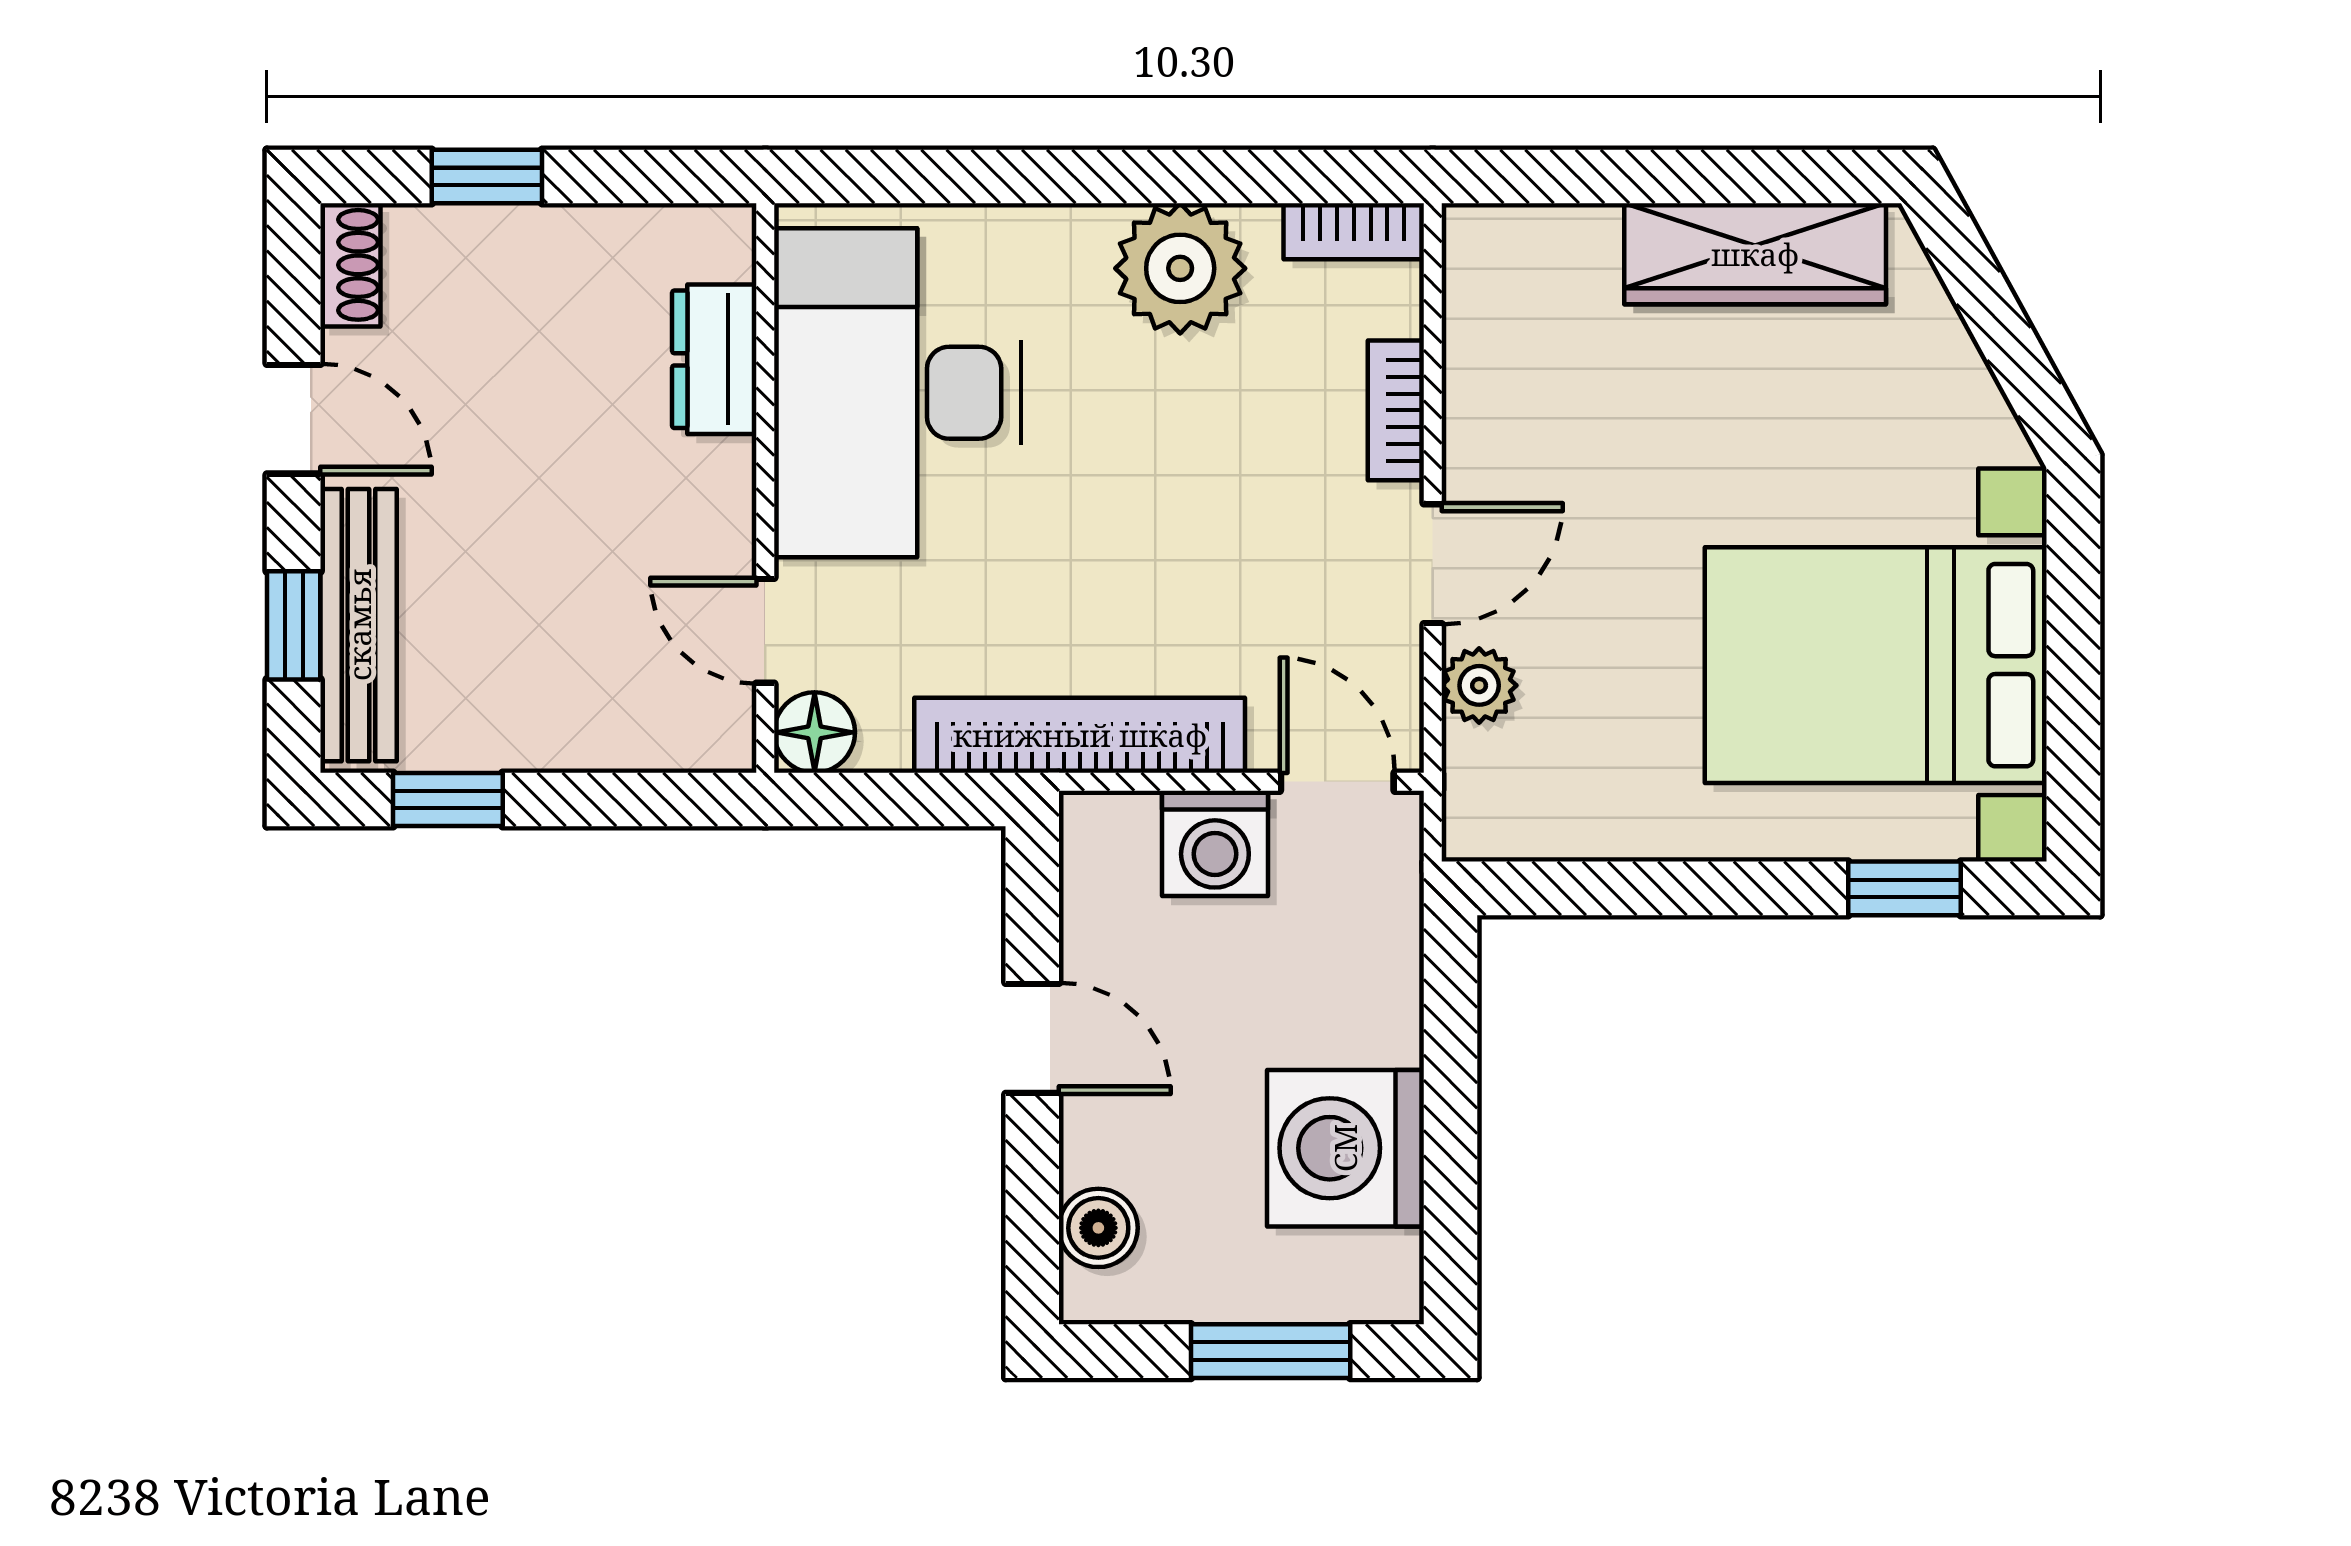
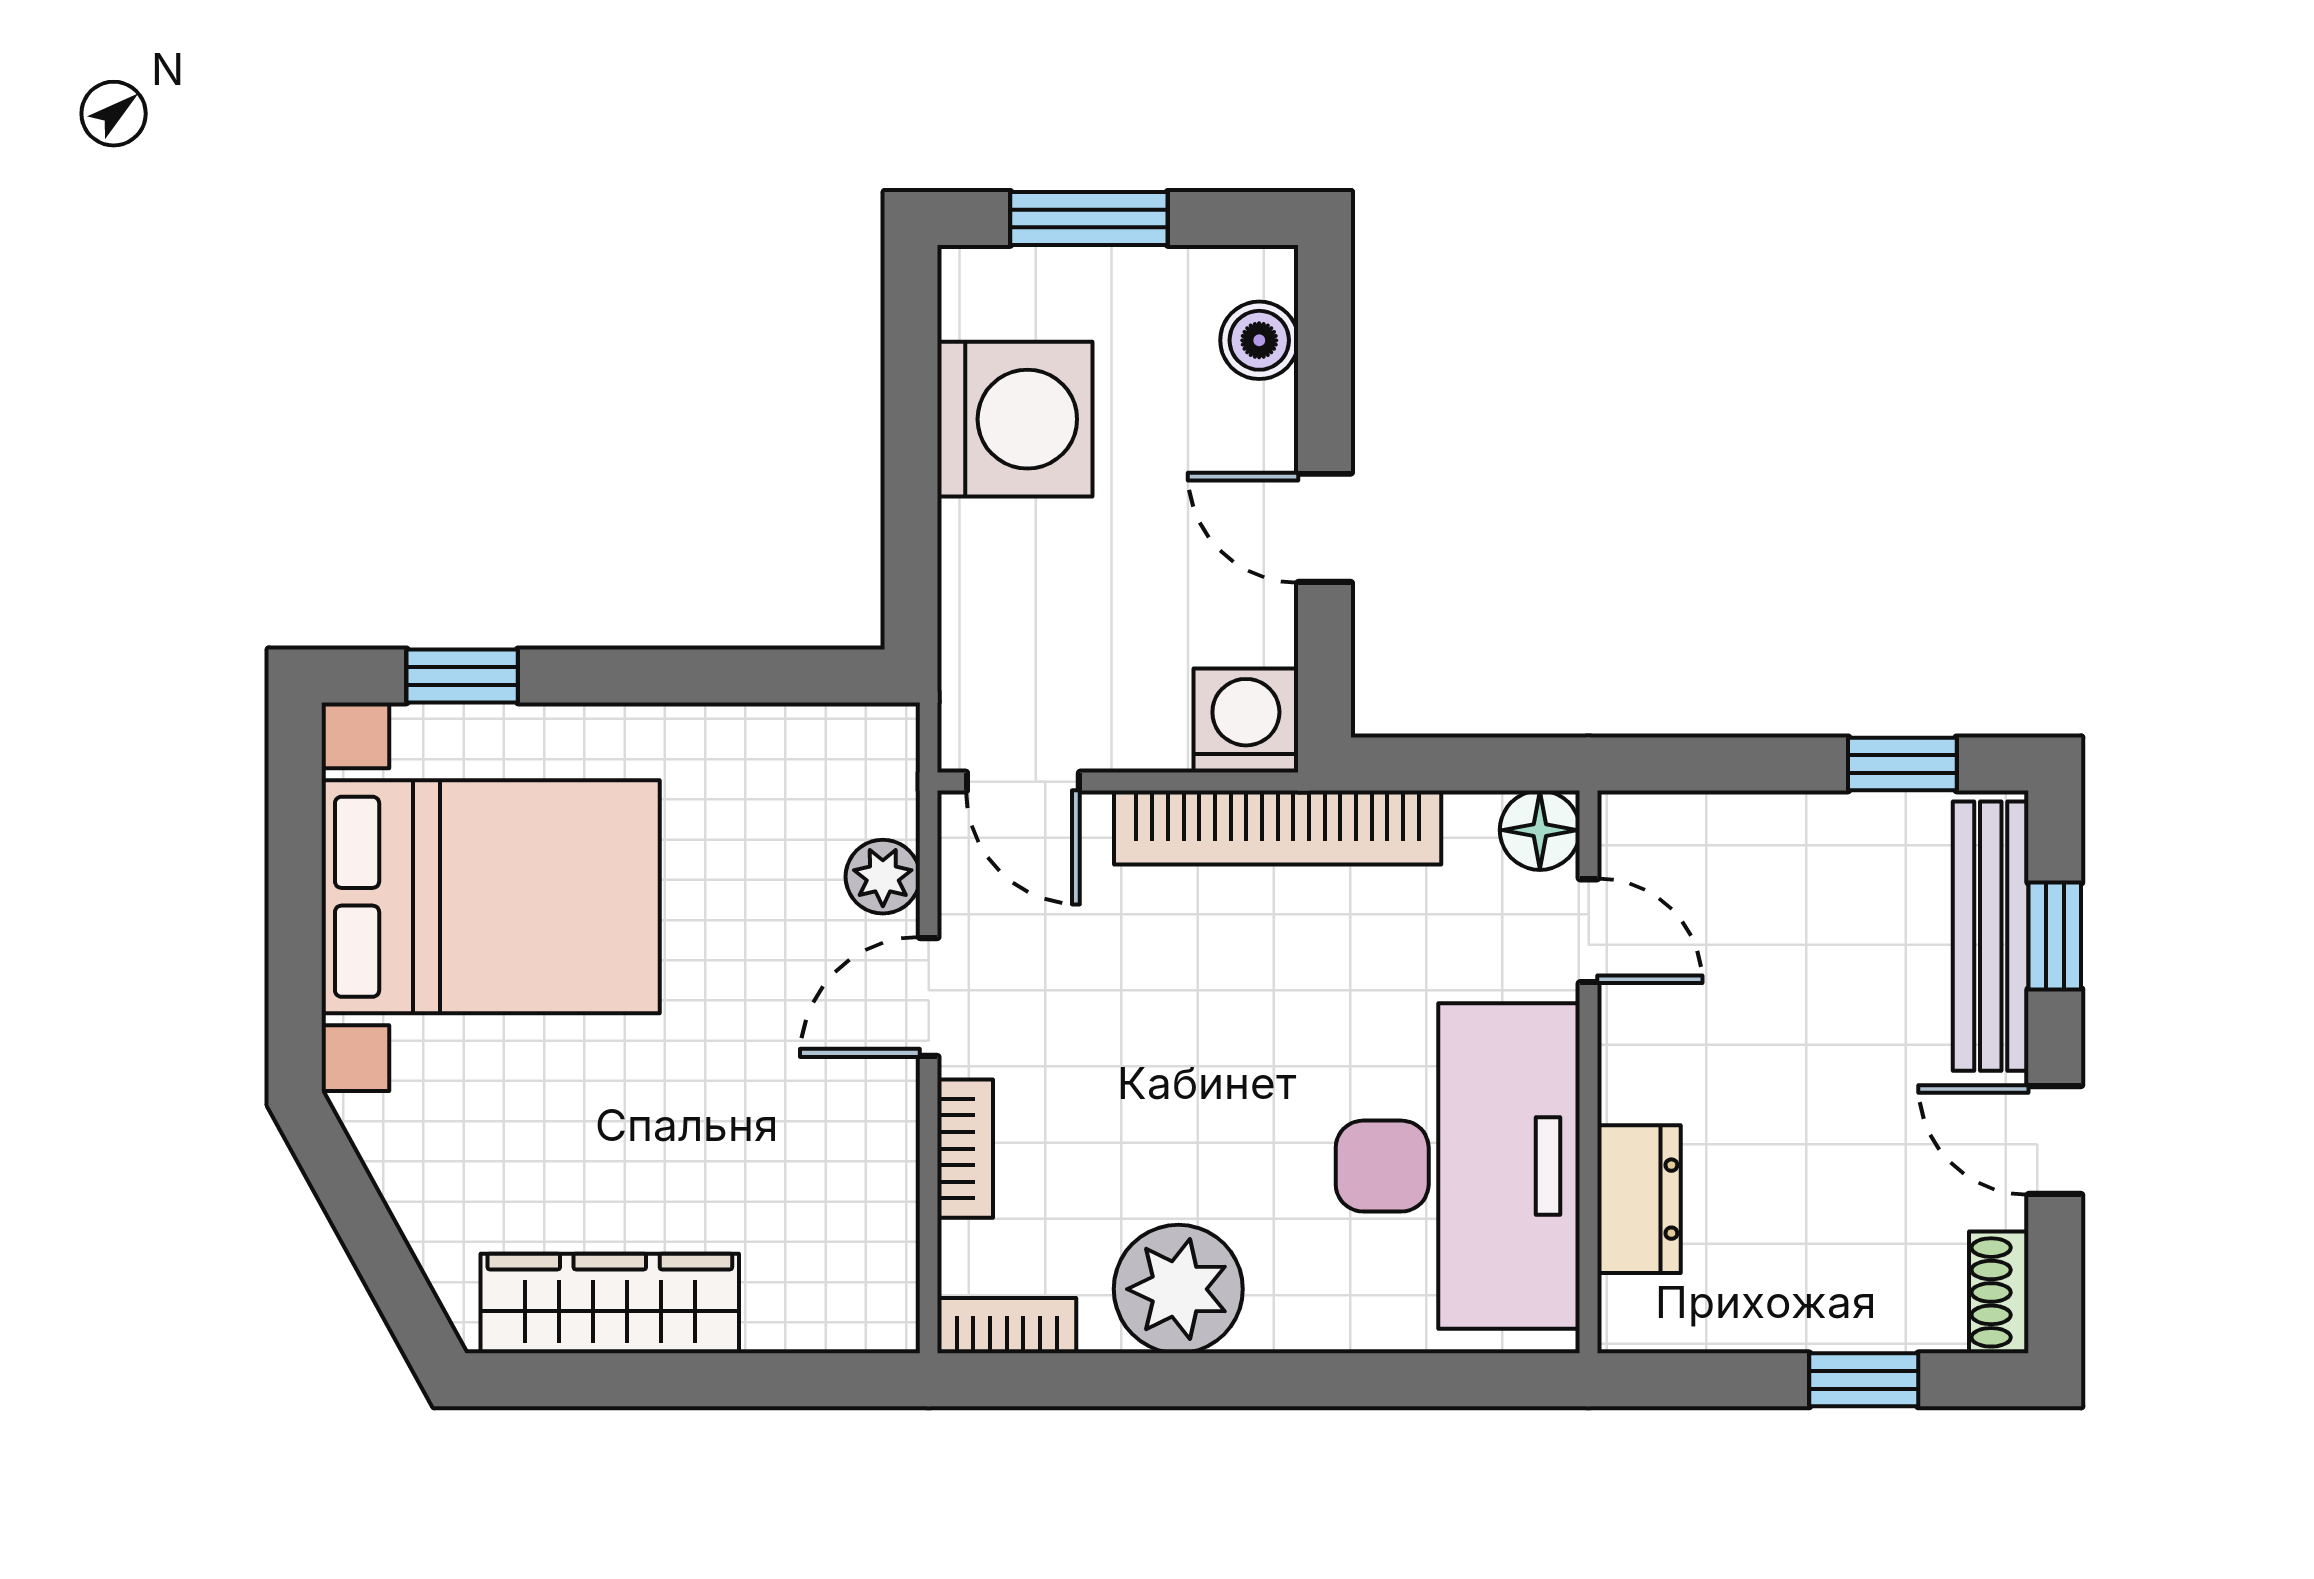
washing machine: (1215, 843) -> (1246, 721), moved

